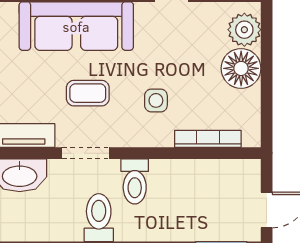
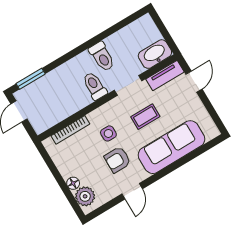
armchair: (166, 55) -> (117, 160), added
floor lamp: (241, 68) -> (73, 183), width x0.53, depth x0.53

